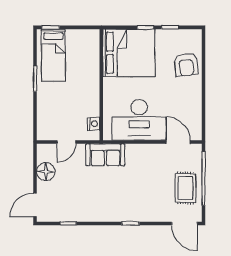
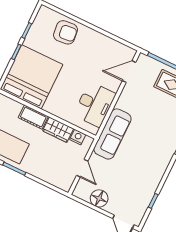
cot: (92, 73) -> (33, 117), added
wardrobe: (91, 102) -> (58, 130), added
desk: (139, 120) -> (95, 104), width x0.73, depth x0.77
sofa: (105, 155) -> (112, 134), width x1.36

